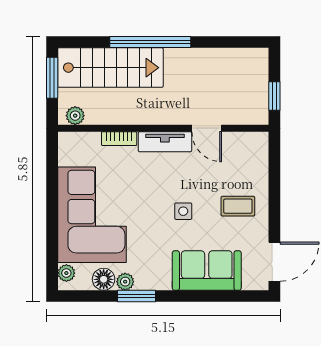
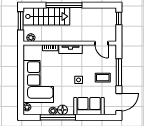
window: (274, 96) -> (119, 19), moved
door: (207, 128) -> (102, 43), moved
window: (274, 194) -> (119, 72), added
floor lamp: (104, 279) -> (63, 110), moved
window: (137, 296) -> (58, 117), width x2.11

